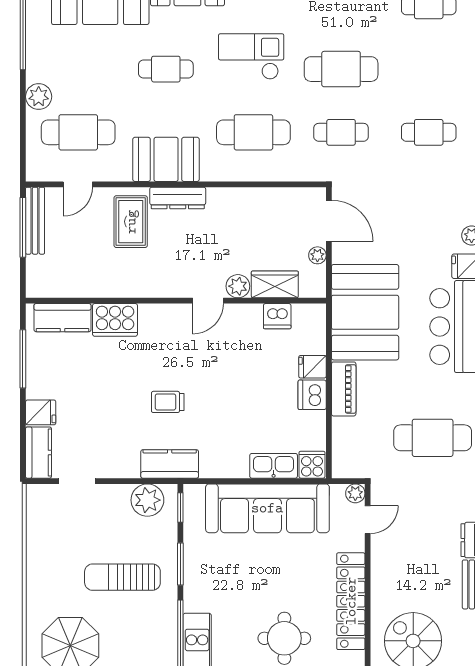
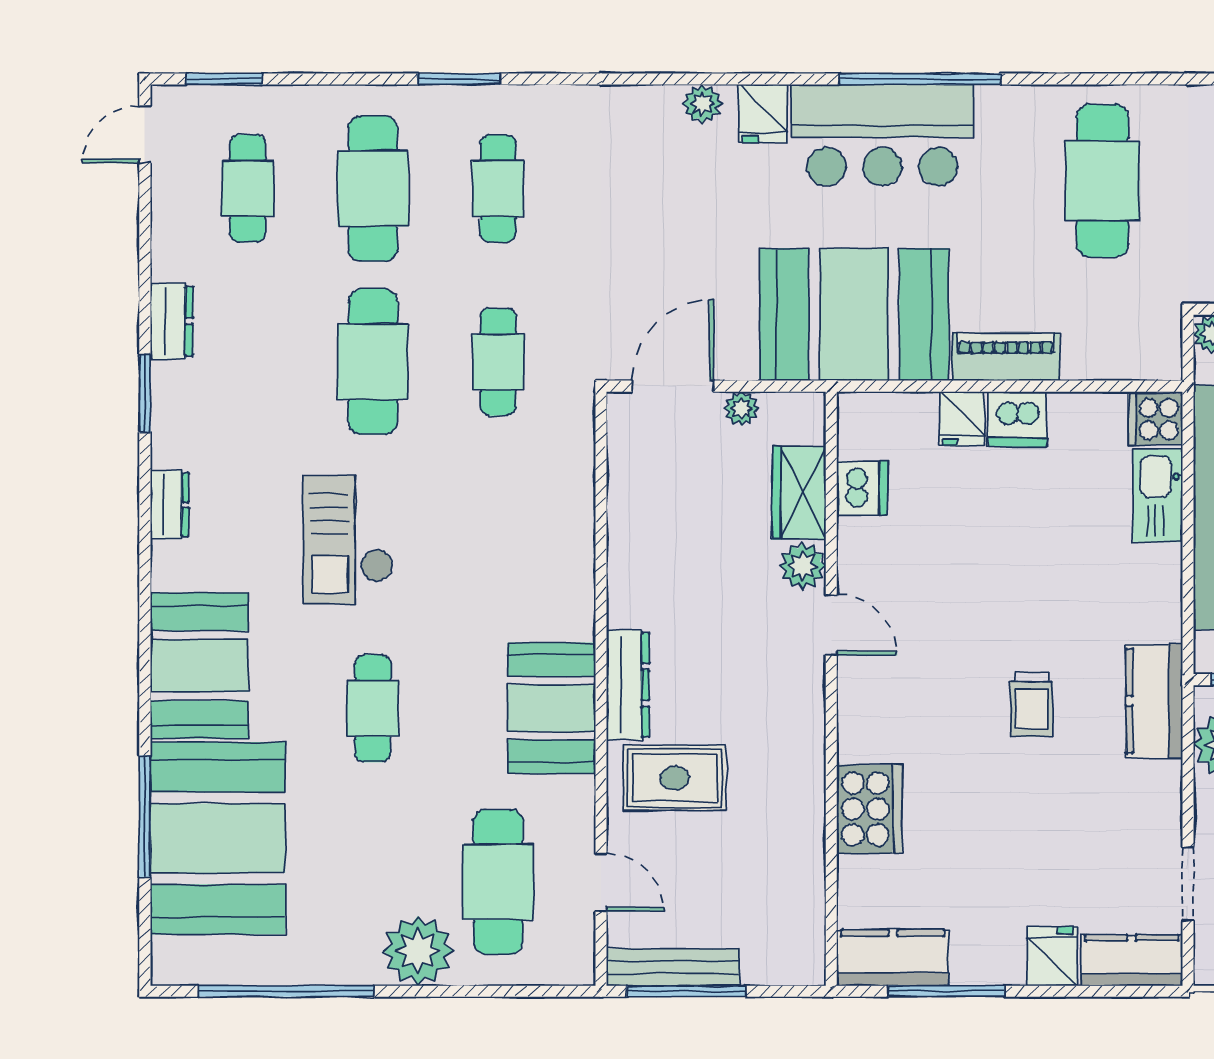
plant: (39, 97) -> (418, 951), width x1.36, depth x1.36
cafe table: (253, 132) -> (373, 188), moved
kitchen counter: (63, 318) -> (893, 958), moved, turned -90

